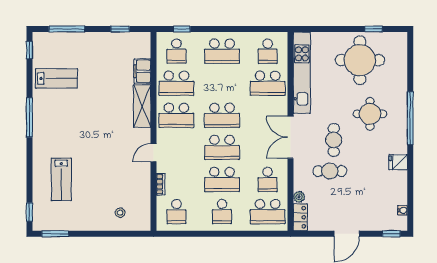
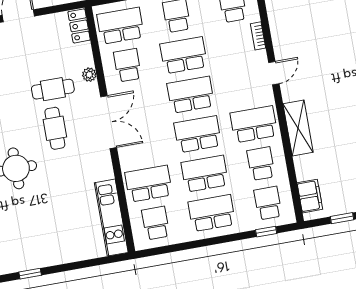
round table: (360, 60) -> (40, 232), removed
filing cabinet: (142, 71) -> (310, 196), moved
kitchen unit: (302, 73) -> (111, 218), width x0.73
school desk: (176, 83) -> (261, 164), width x0.54
school desk: (222, 83) -> (205, 174), added
plant: (299, 197) -> (89, 75), moved

